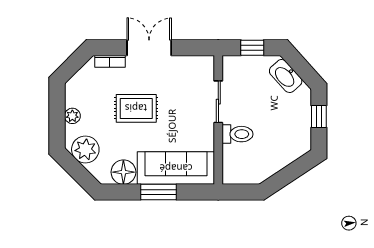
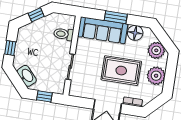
rug: (136, 108) -> (121, 71), width x1.36, depth x1.43
plant: (72, 116) -> (156, 76), width x1.87, depth x1.87
toilet: (237, 134) -> (64, 34), moved
window: (286, 176) -> (36, 15), added

